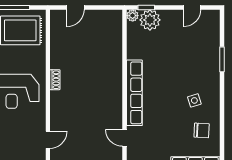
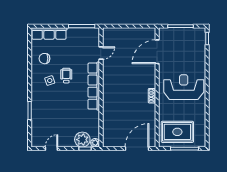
door: (75, 7) -> (137, 149), width x1.87
wheelchair: (172, 107) -> (66, 76), added
door: (124, 138) -> (101, 53), hinge flipped
door: (48, 140) -> (157, 52), width x1.88

